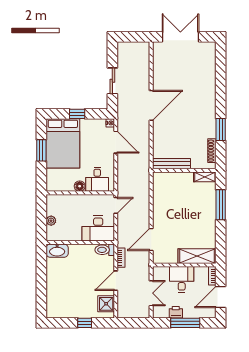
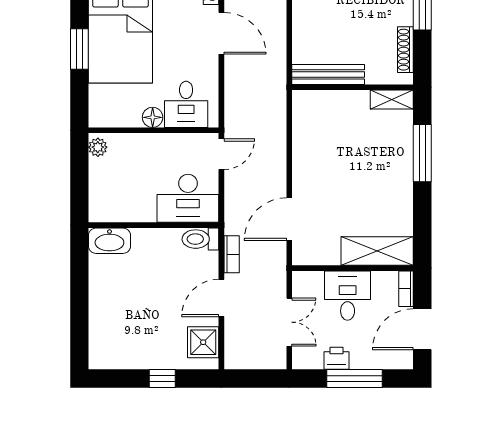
plant: (51, 221) -> (98, 147), moved

